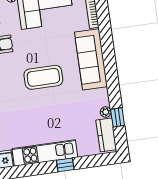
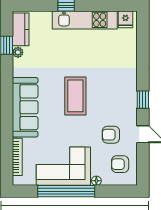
coffee table: (43, 77) -> (75, 96), turned 90

